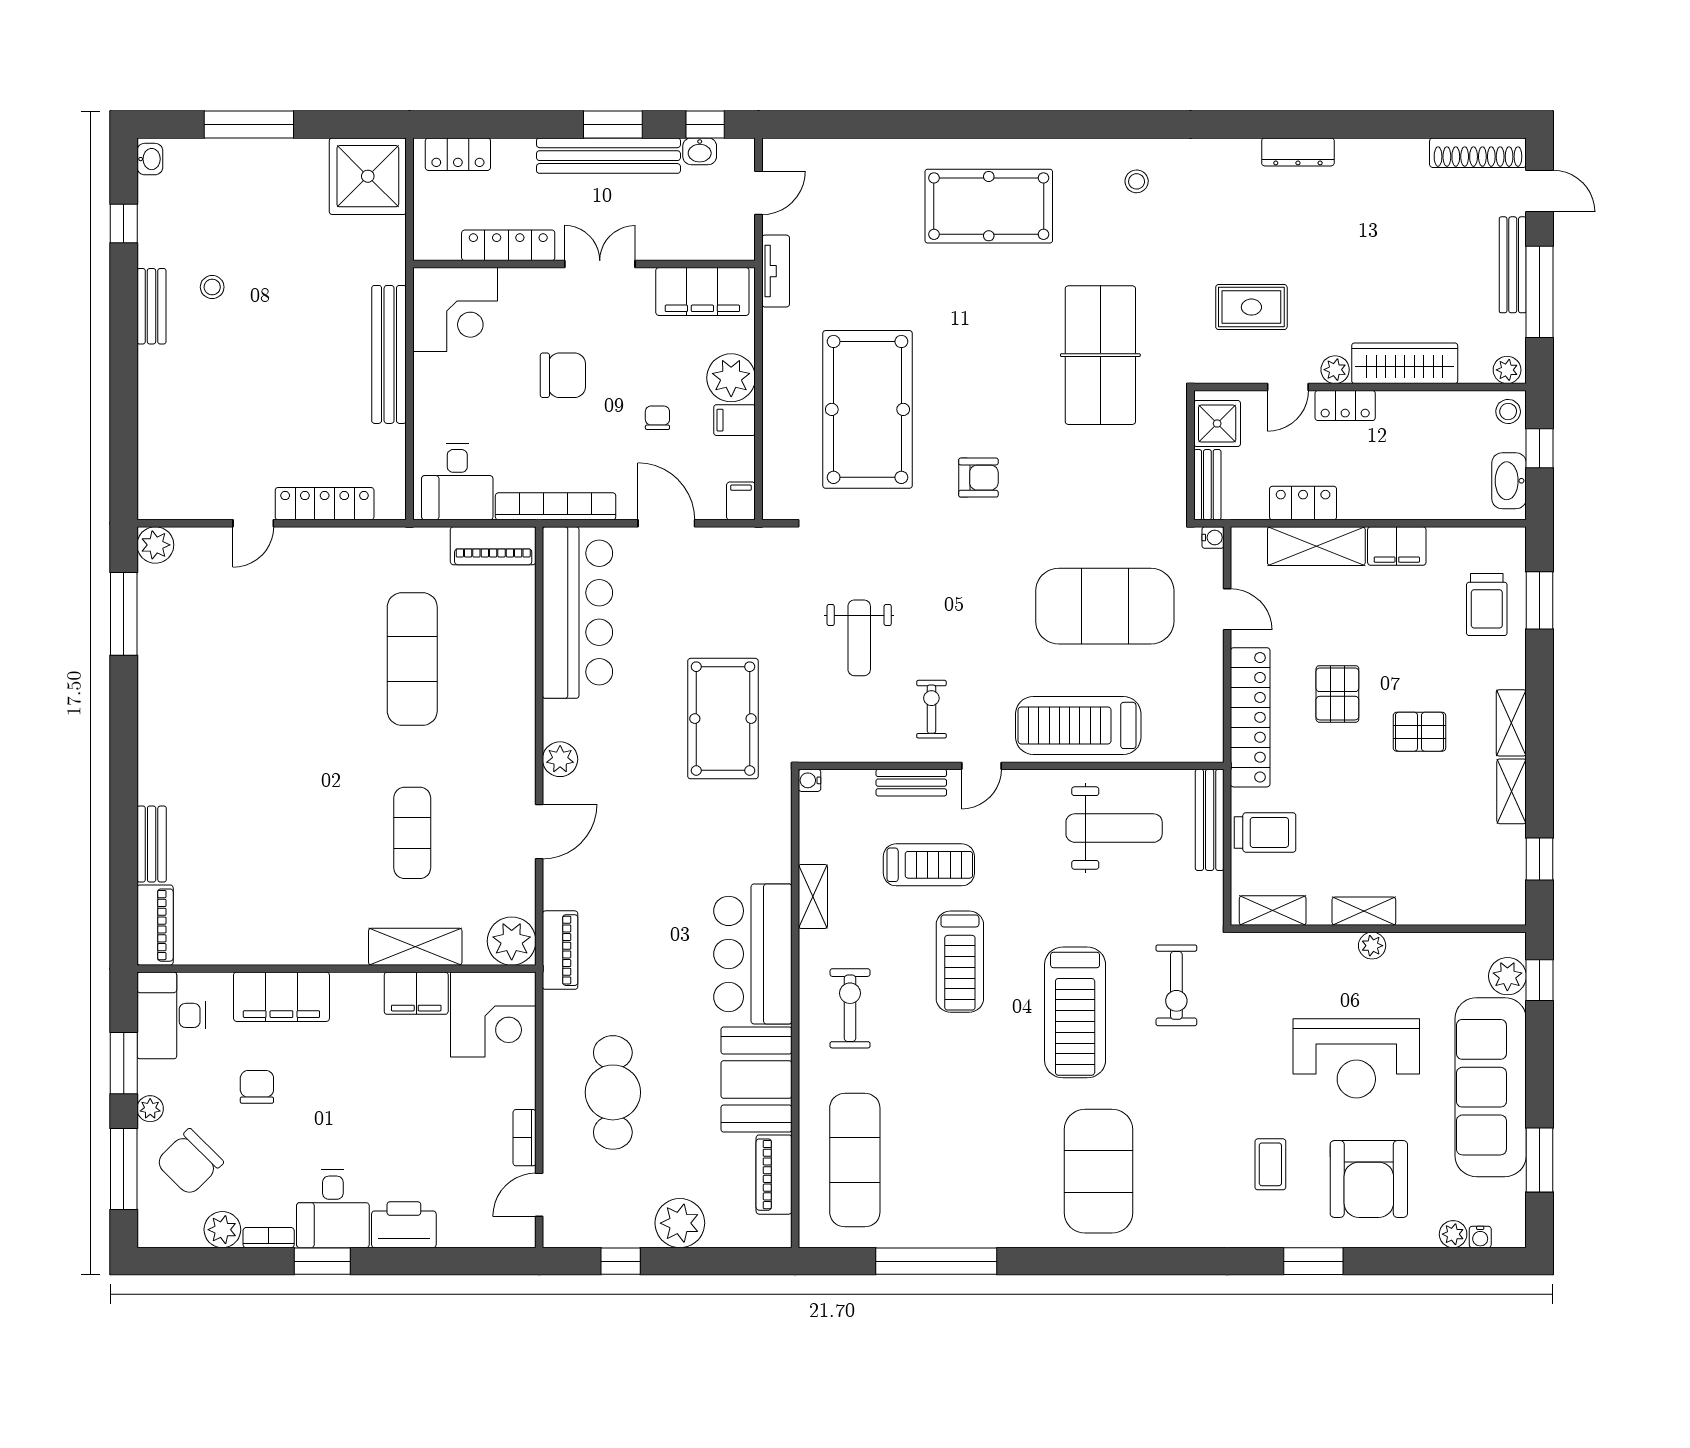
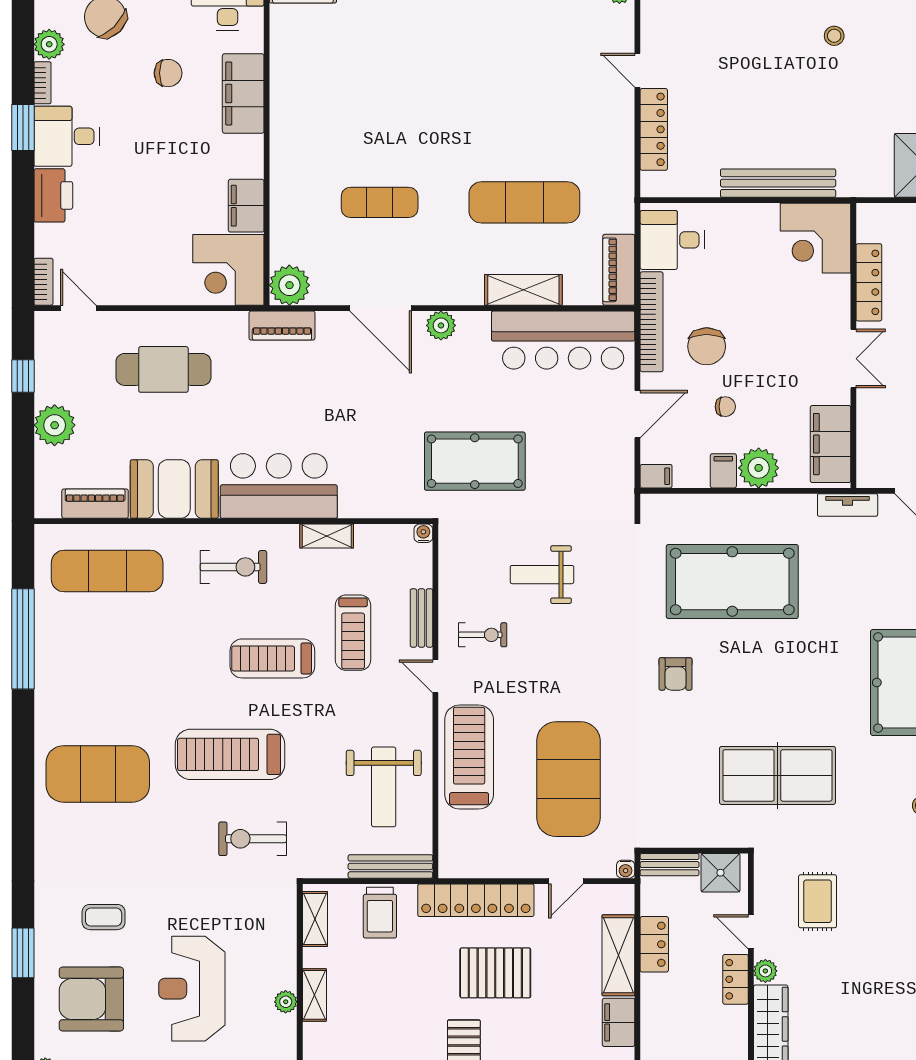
chair: (563, 375) -> (707, 346), moved
pallet: (1337, 694) -> (495, 973), width x1.50, depth x1.42
door: (539, 832) -> (381, 308), width x1.36
shelving: (415, 947) -> (523, 290), moved, turned 90
bookcase: (525, 1138) -> (43, 282), moved, turned 90

